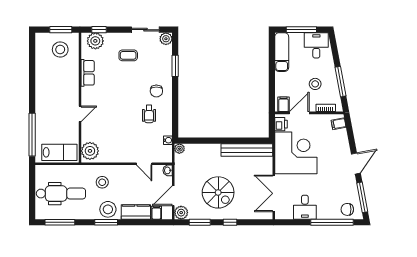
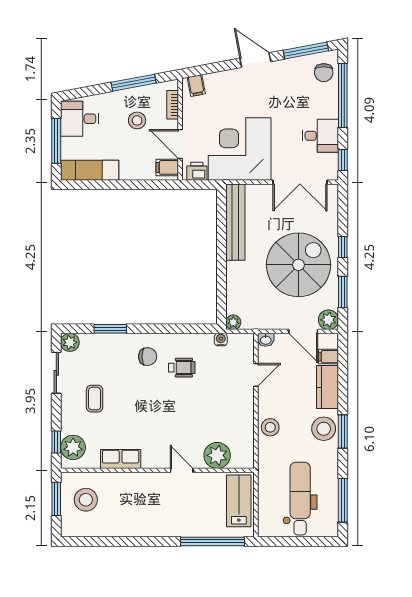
plant: (90, 151) -> (217, 455), moved
stool: (102, 182) -> (270, 427), moved
spiral stairs: (218, 192) -> (299, 265), width x1.37, depth x1.37
window: (289, 222) -> (343, 160), added

